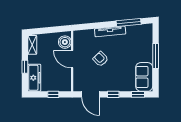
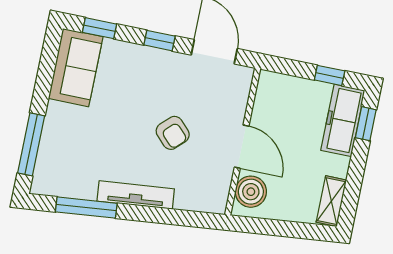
window: (156, 56) -> (31, 144), moved
window: (25, 67) -> (366, 124), moved
window: (53, 94) -> (330, 75), moved

